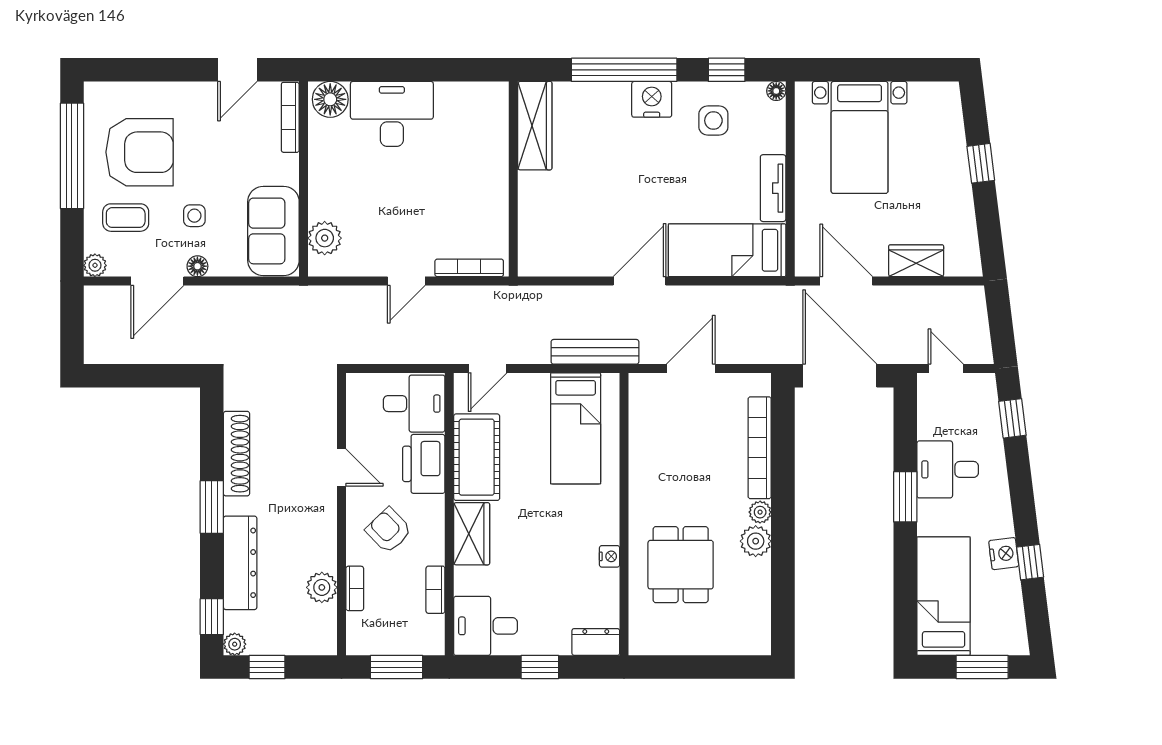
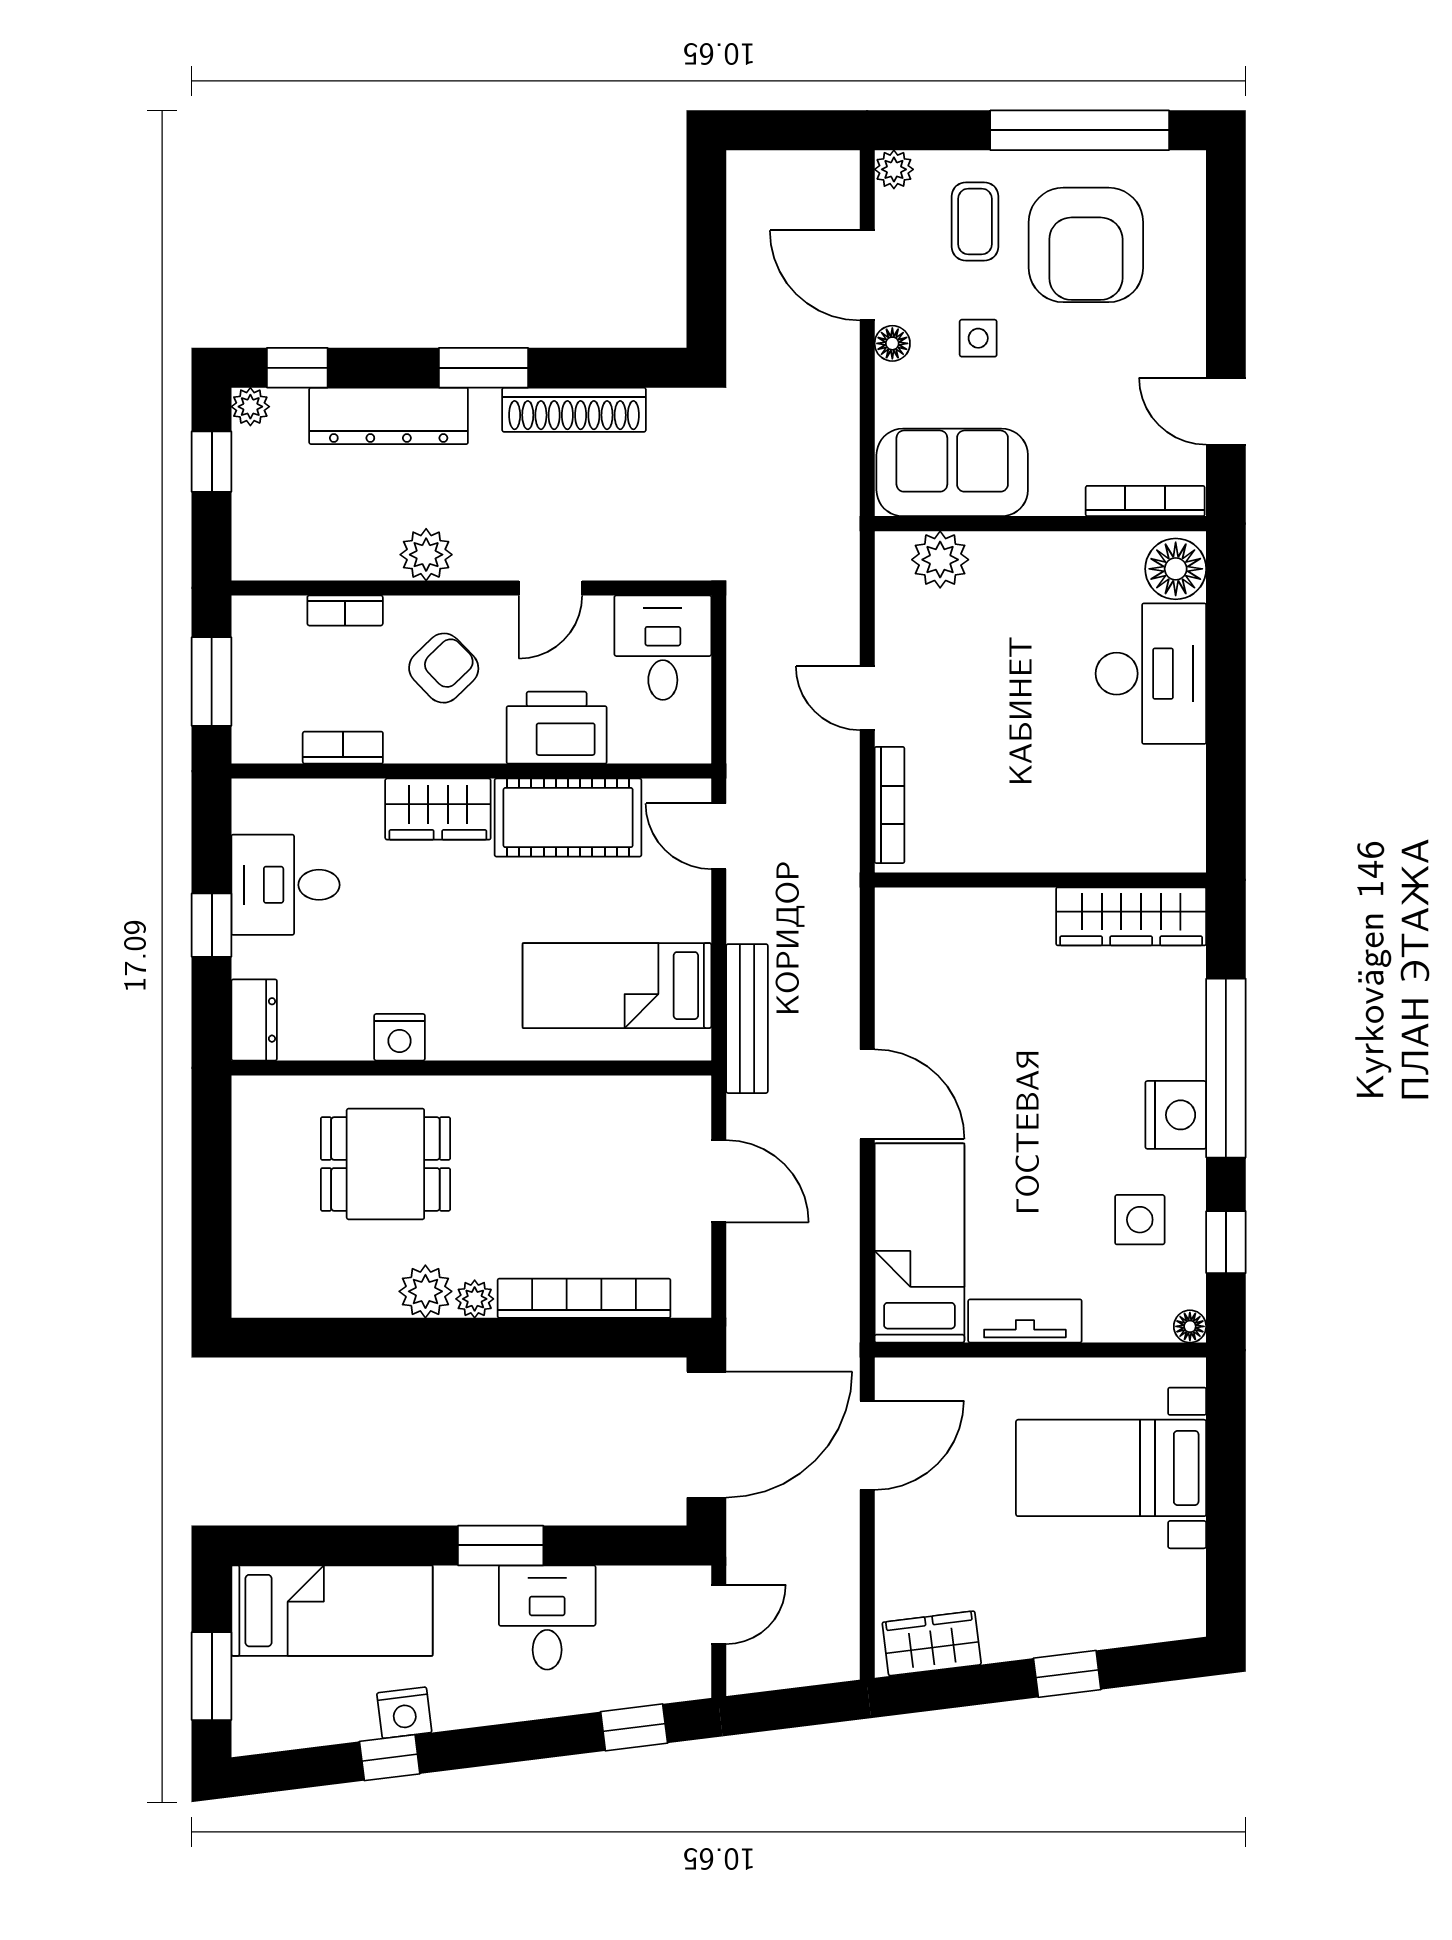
wardrobe: (916, 261) -> (932, 1643), moved, turned -97
desk: (414, 404) -> (663, 648), moved, turned 180
nightstand: (610, 556) -> (400, 1037), width x1.39, depth x1.35
plant: (322, 587) -> (426, 555), moved
desk: (485, 626) -> (285, 885), moved, turned -90

